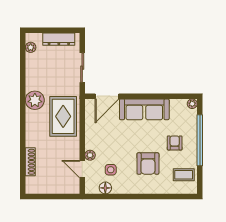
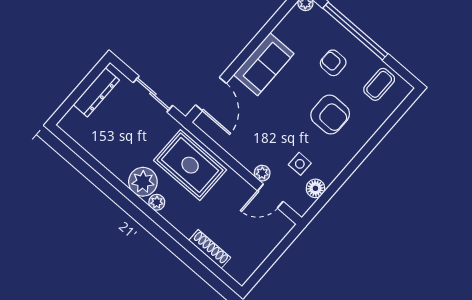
plant: (31, 47) -> (157, 202), moved
sofa: (144, 109) -> (264, 64), width x0.73

